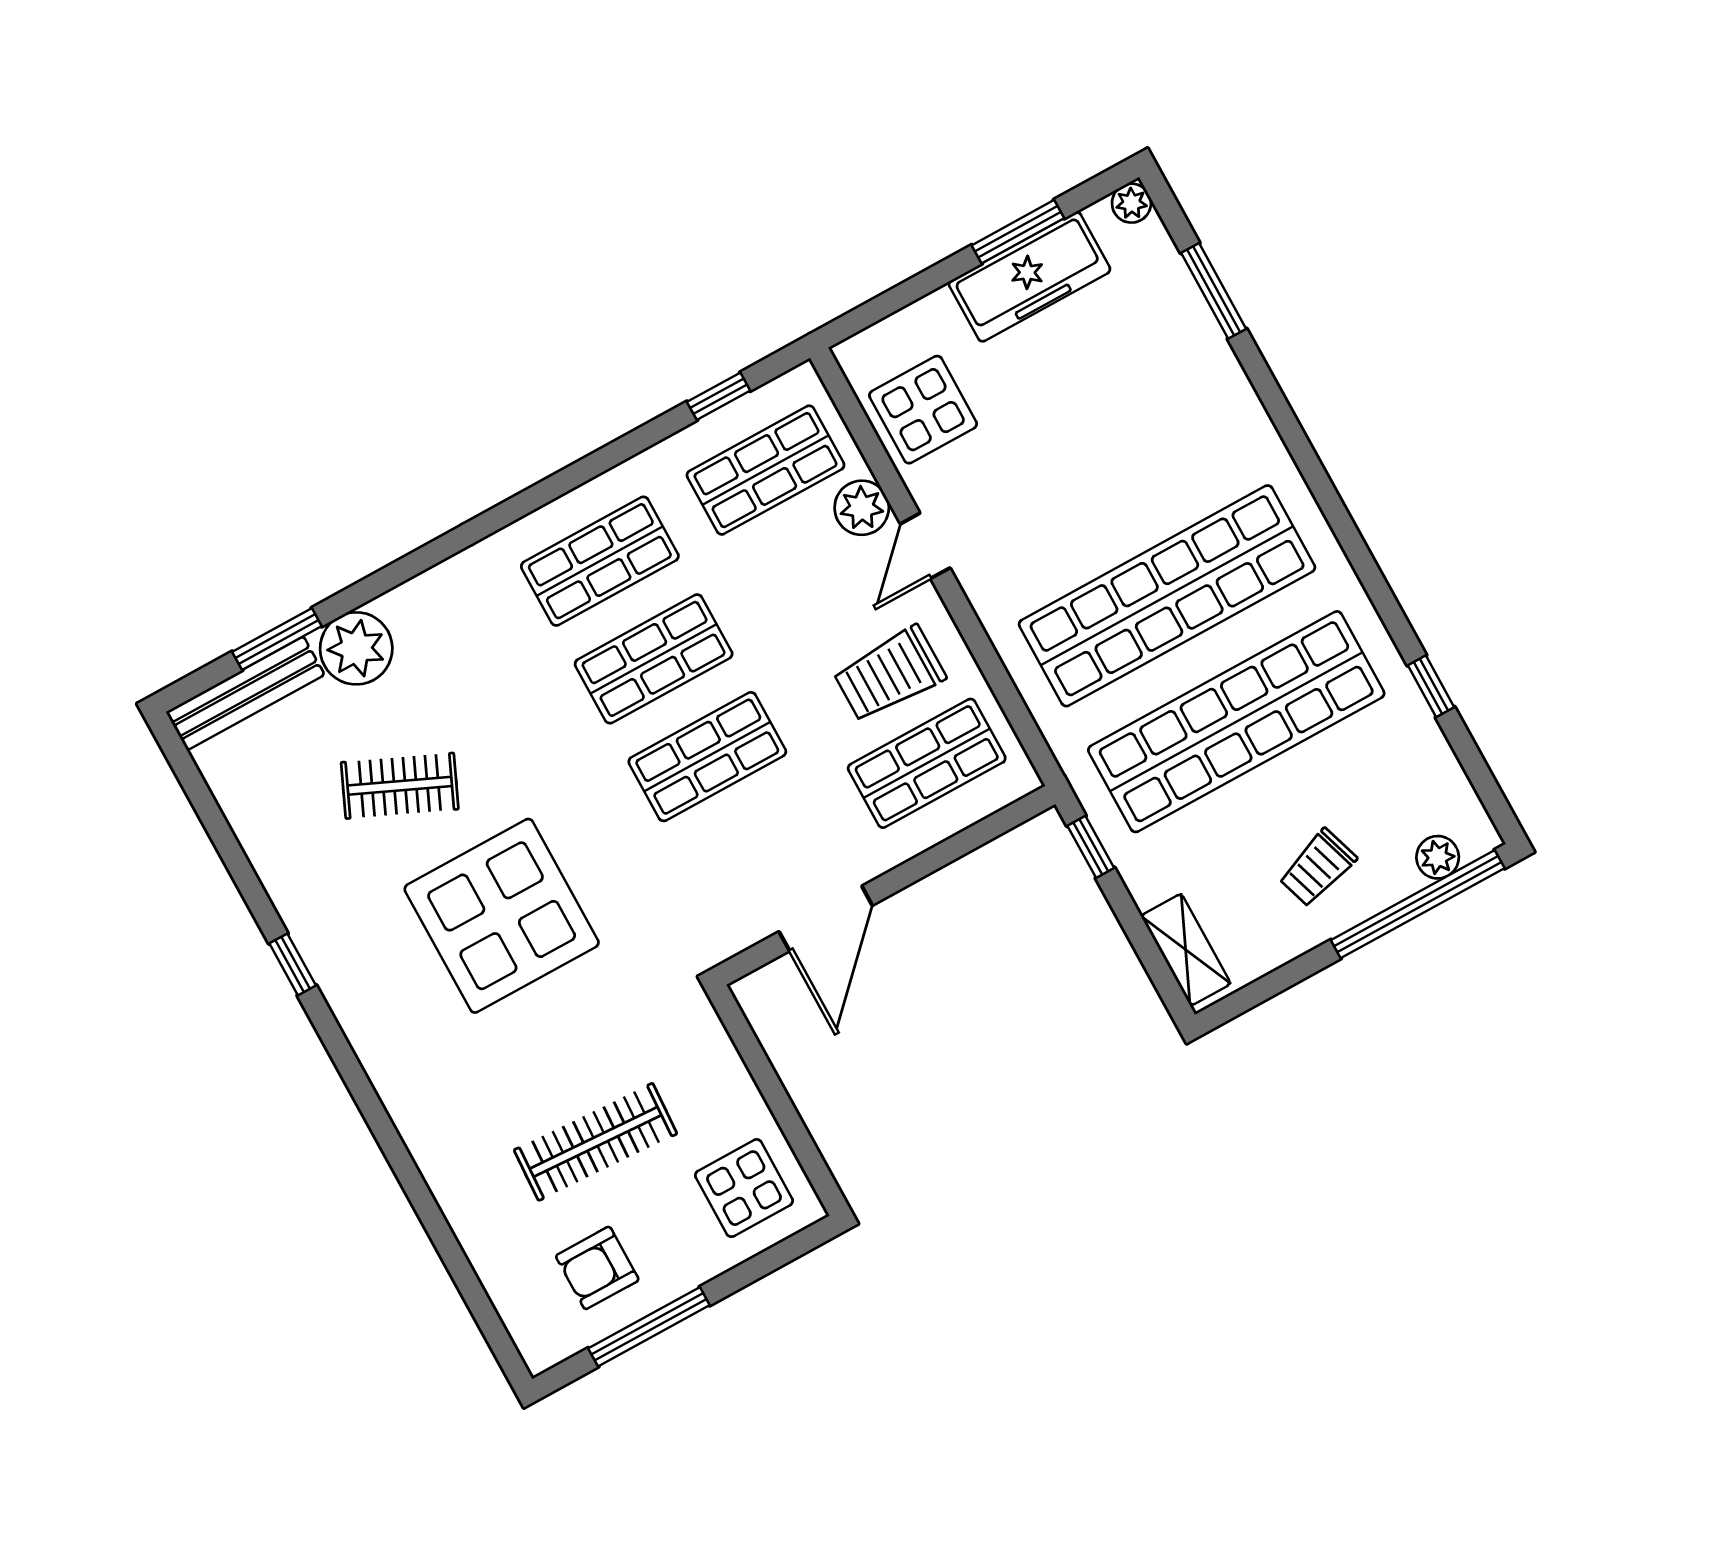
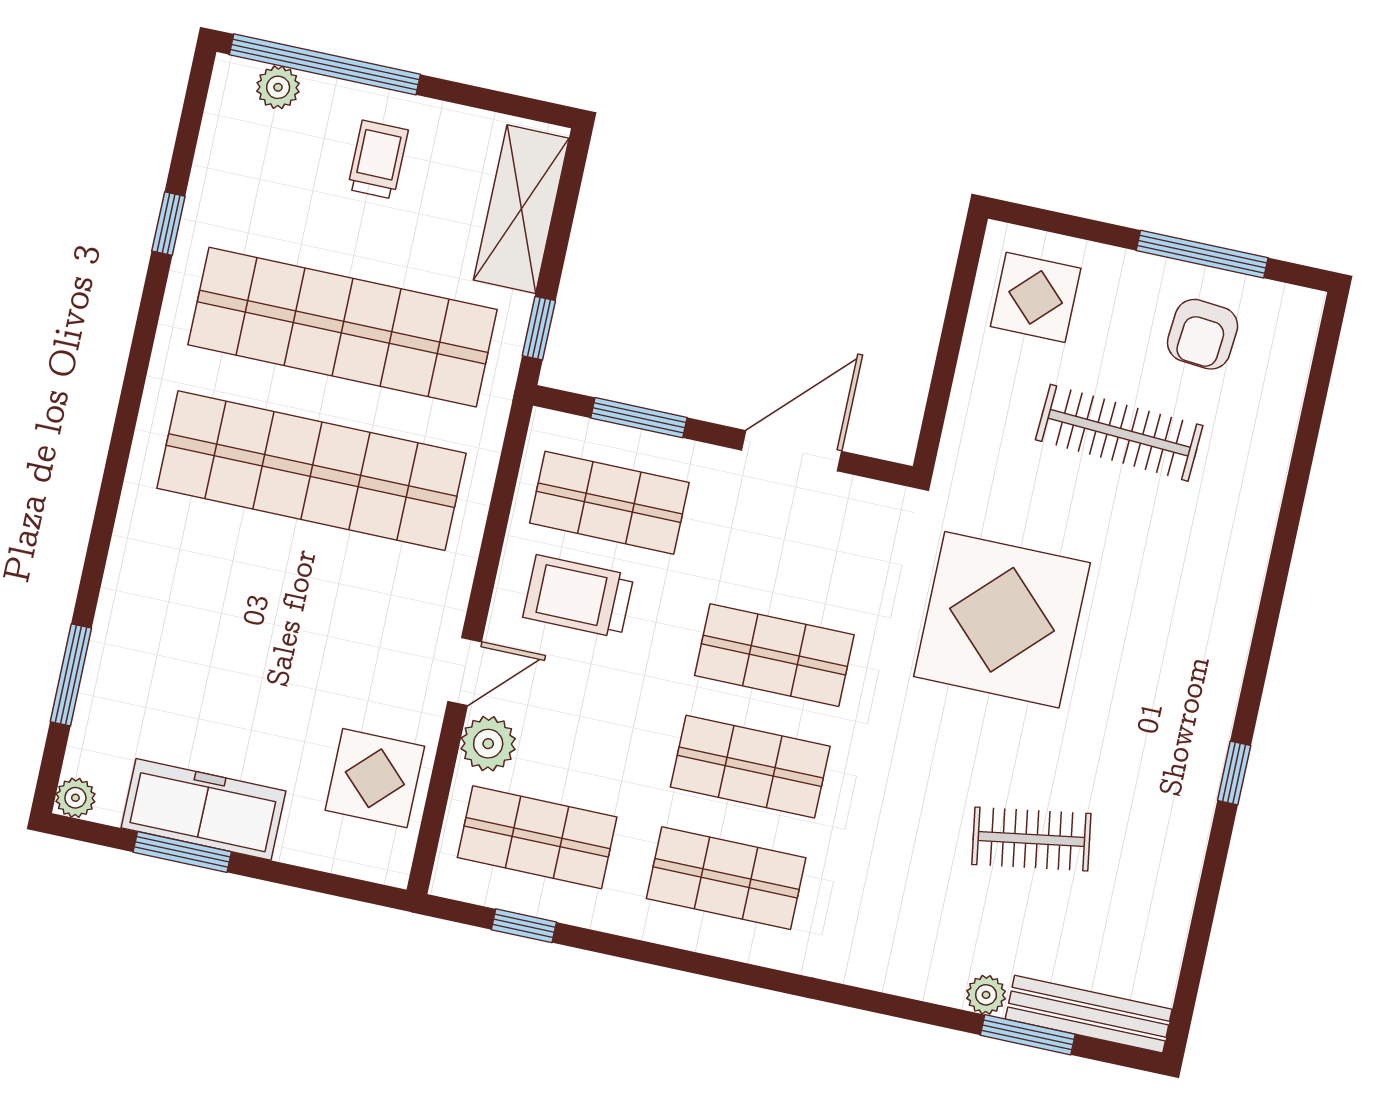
plant: (356, 648) -> (986, 995), width x0.53, depth x0.53
trolley: (890, 674) -> (578, 597), turned 180
clothes rail: (400, 786) -> (1031, 839), turned -33
window: (960, 845) -> (639, 418), added
trolley: (1318, 868) -> (378, 160), turned -72
display table: (502, 916) -> (1002, 620), moved
shelving: (1186, 950) -> (521, 209), width x1.50, depth x1.33
armchair: (597, 1268) -> (1203, 334), turned 95

